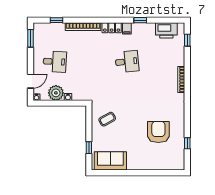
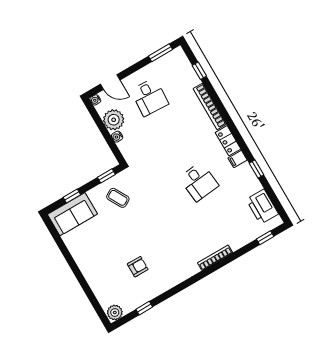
window: (89, 118) -> (106, 176), added
armchair: (158, 132) -> (138, 267), width x0.53, depth x0.53
sofa: (110, 161) -> (72, 214), moved, turned 90
plant: (179, 164) -> (115, 312), added

